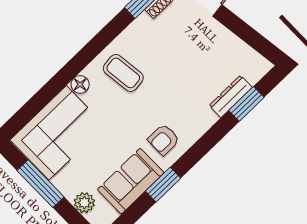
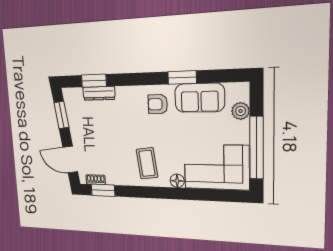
window: (252, 37) -> (61, 115), added
armchair: (164, 140) -> (158, 104), turned 180
window: (41, 184) -> (257, 148), width x1.46

